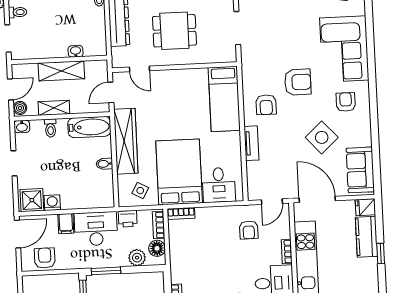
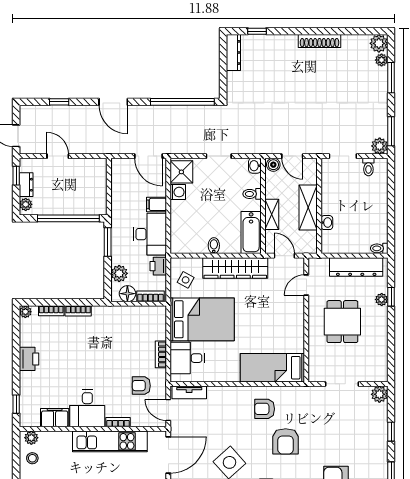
shelving: (54, 108) -> (272, 214), moved
tv unit: (251, 143) -> (189, 392), moved
bookcase: (181, 213) -> (161, 354), moved
armchair: (45, 258) -> (123, 182), removed

